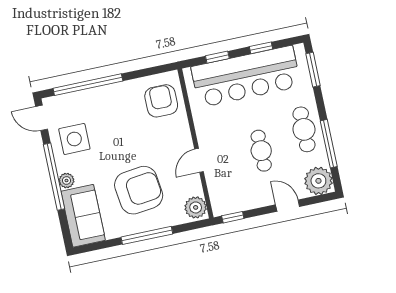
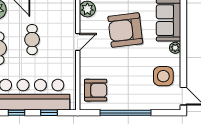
window: (88, 85) -> (125, 113), moved
armchair: (161, 101) -> (96, 90), turned -90
window: (54, 177) -> (183, 52), removed

